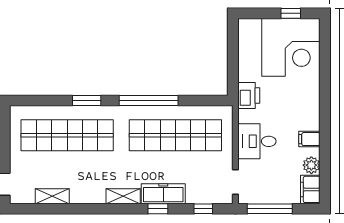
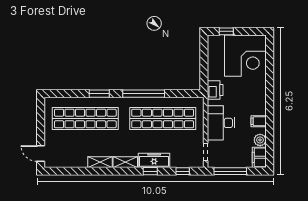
window: (291, 13) -> (226, 31), moved
desk: (257, 141) -> (221, 123), width x1.37
shelving: (52, 196) -> (100, 162), moved

